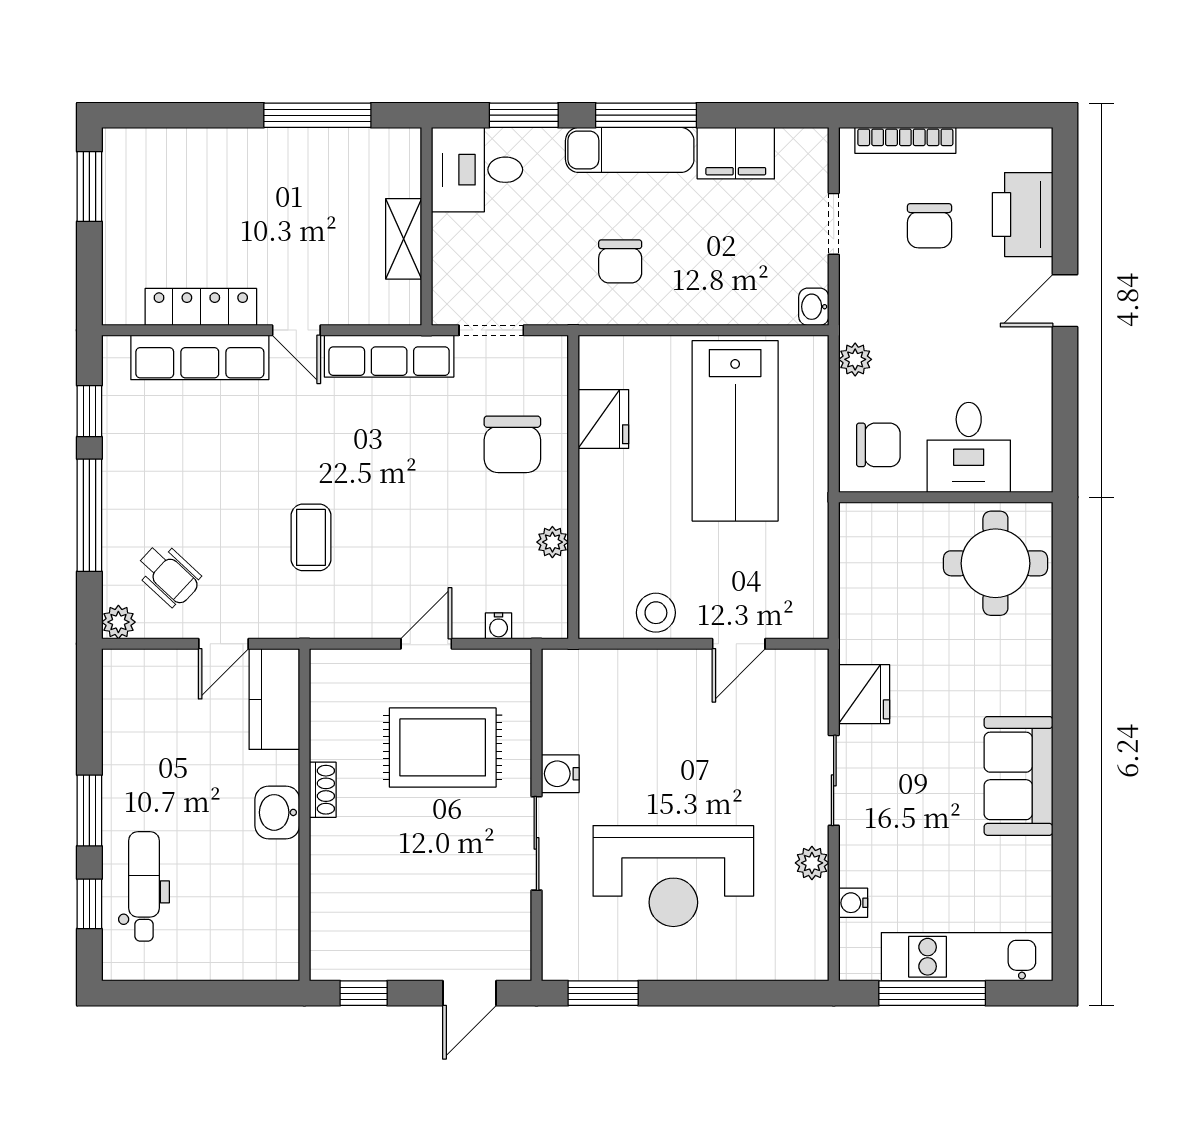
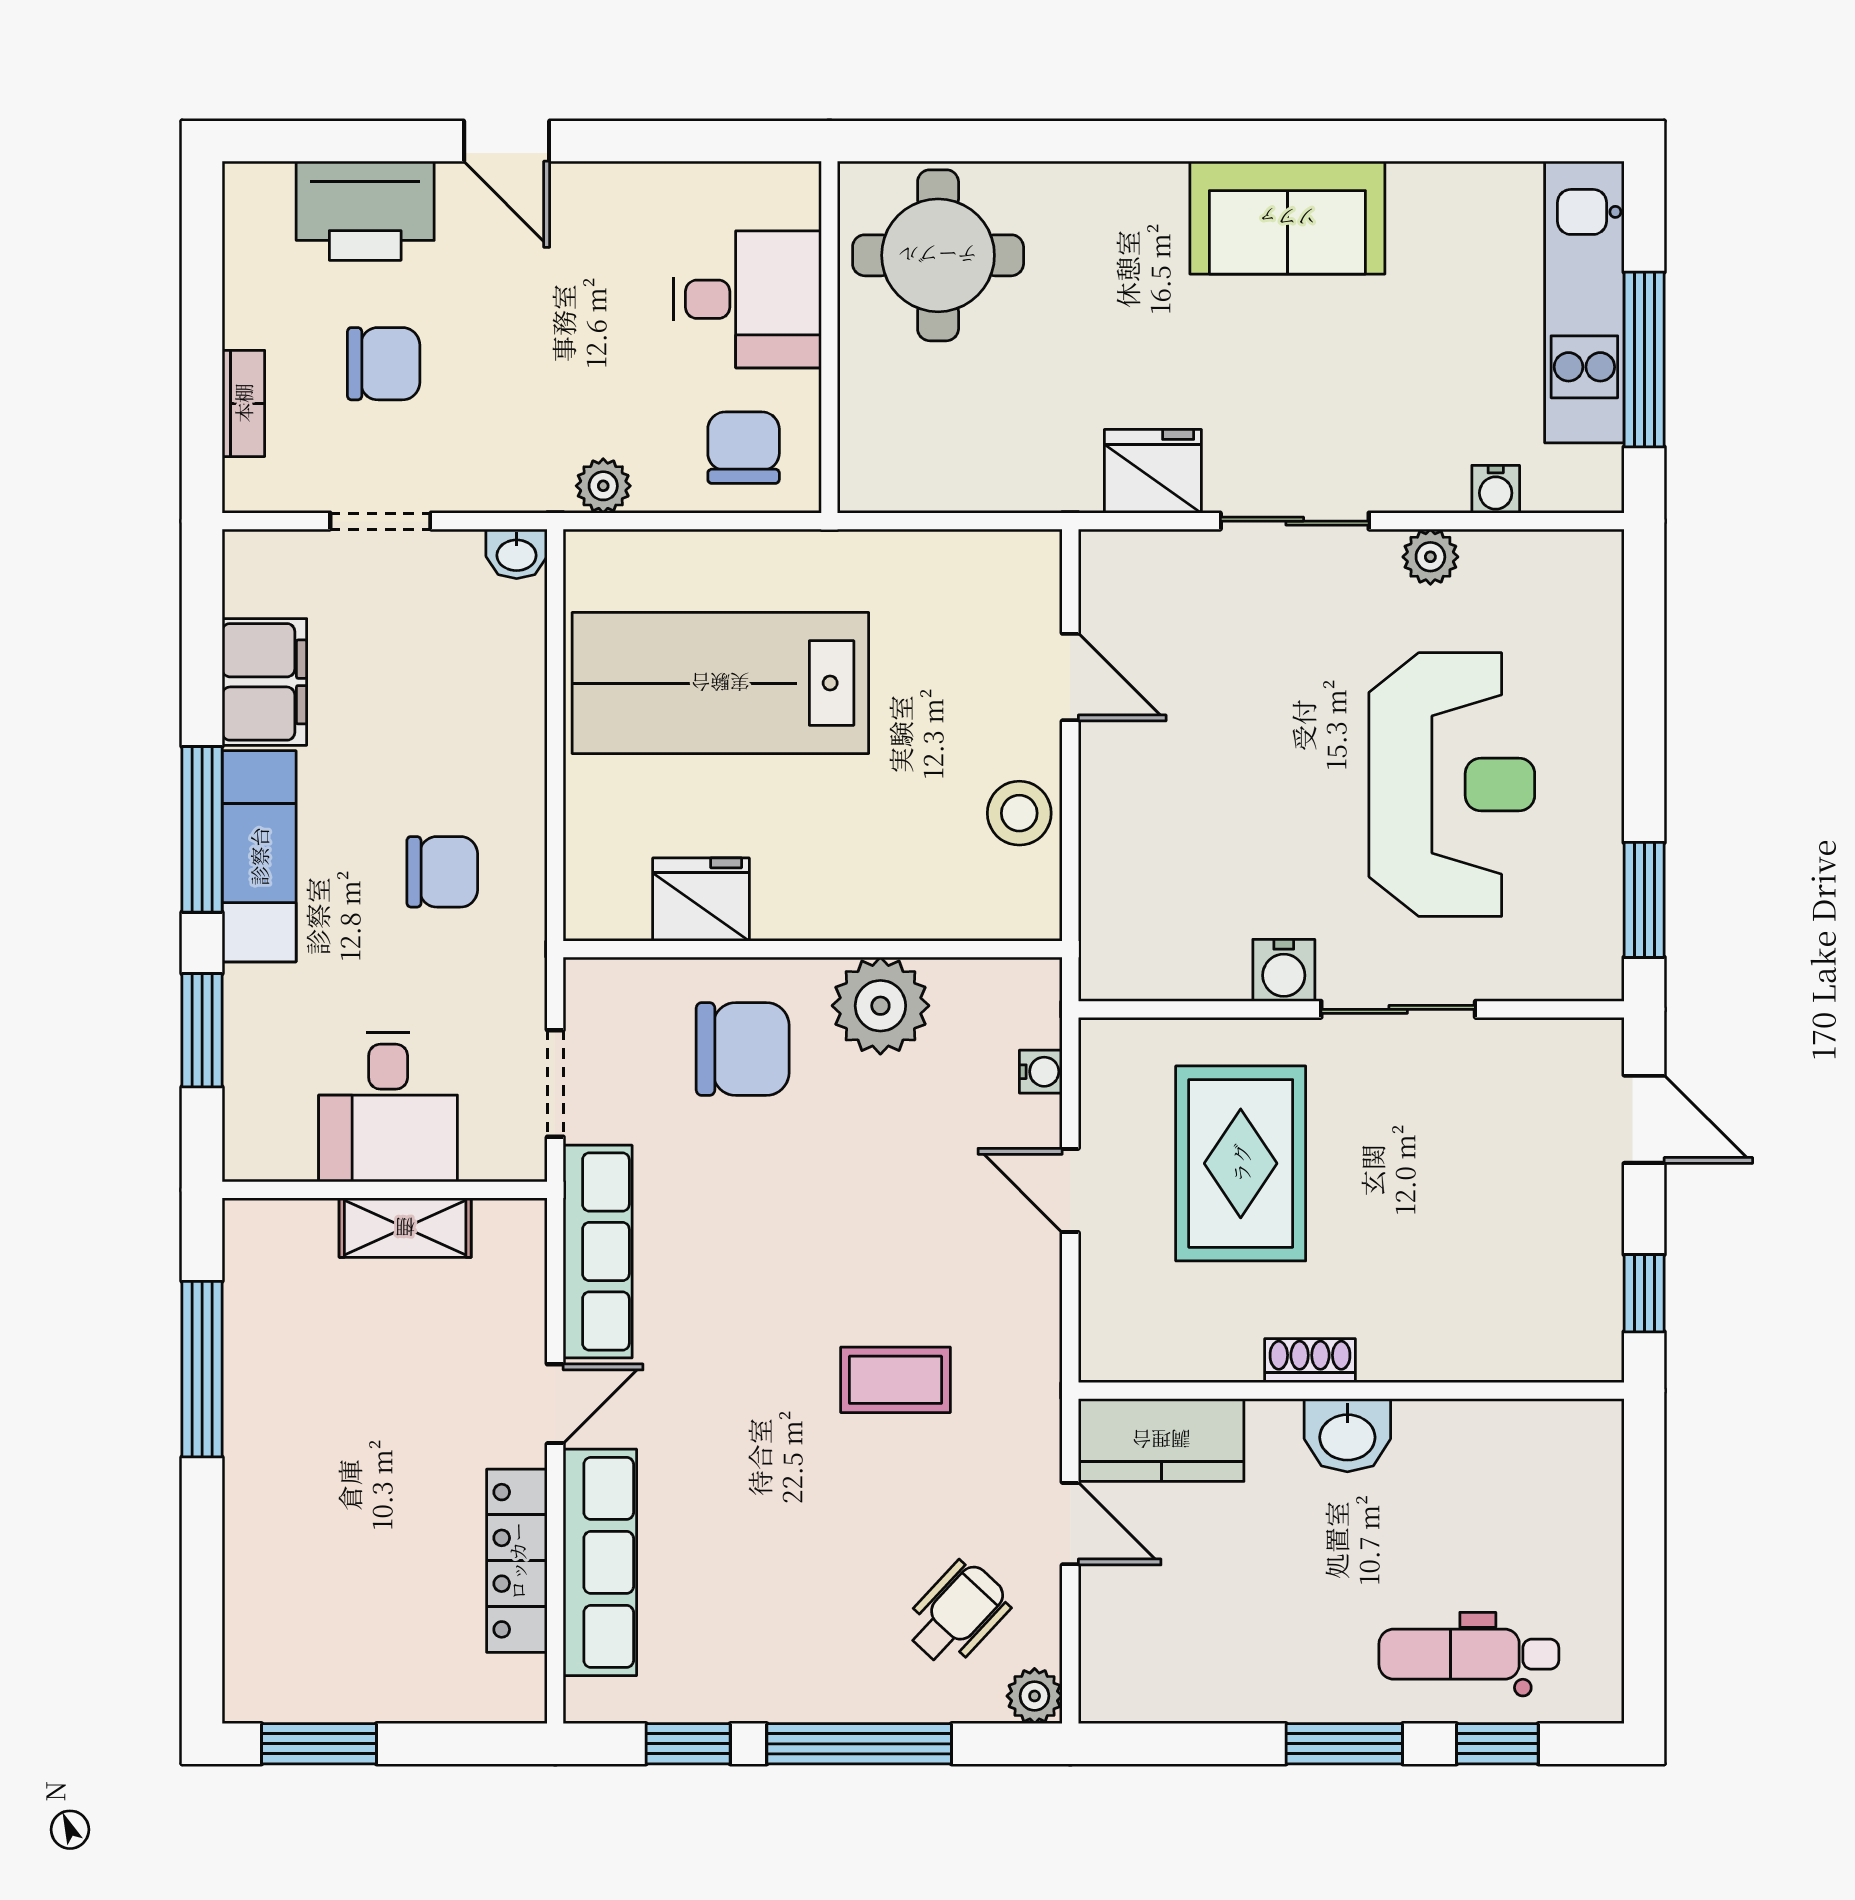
bookcase: (905, 140) -> (243, 403), width x0.64
desk: (477, 170) -> (388, 1107), moved
lab bench: (735, 431) -> (720, 683), turned 180
plant: (552, 542) -> (880, 1006), width x1.88, depth x1.88

